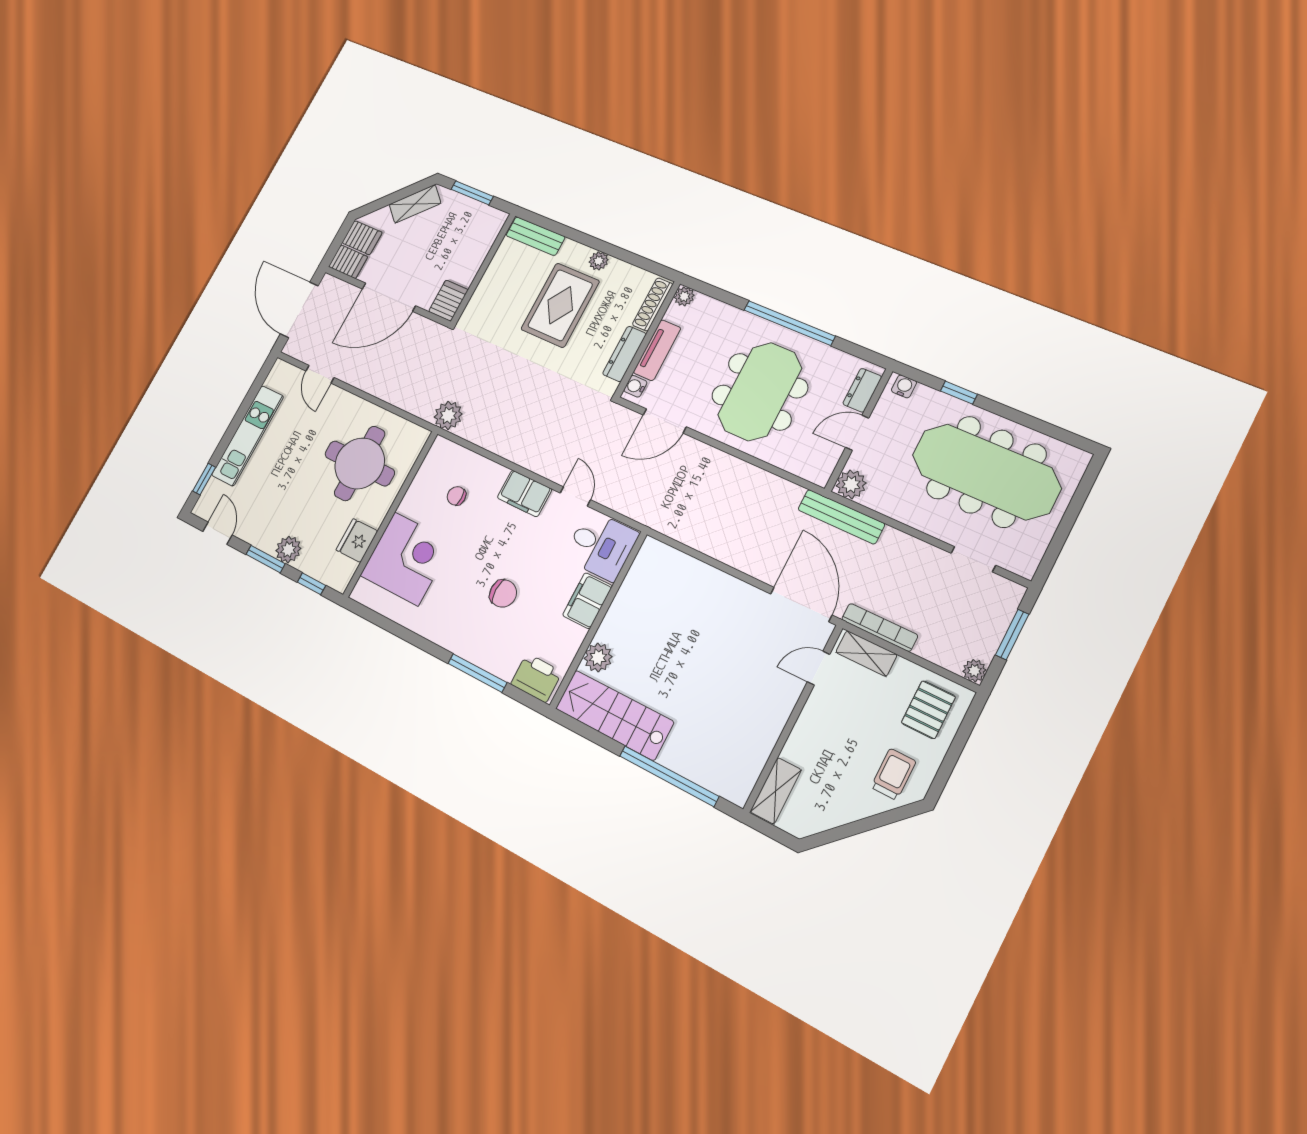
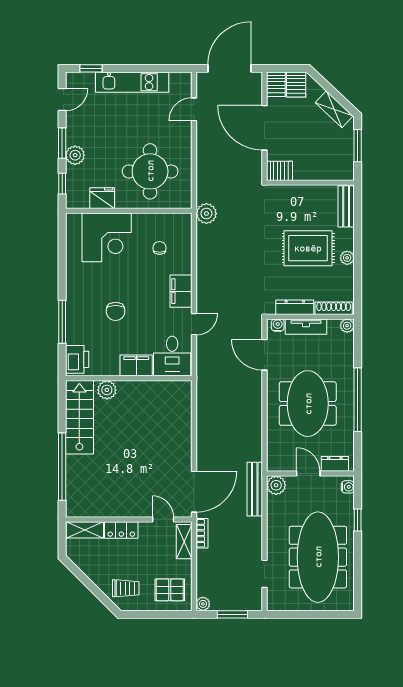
meeting table: (760, 392) -> (308, 404), turned 90
bookcase: (880, 627) -> (202, 533), width x0.64
locker: (803, 737) -> (121, 530), added

